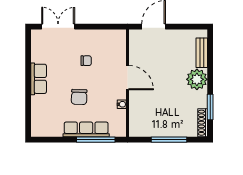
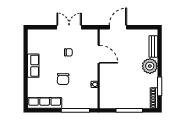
double door: (58, 27) -> (69, 27), moved
door: (127, 78) -> (99, 54), moved
row of seats: (86, 129) -> (45, 103), moved

